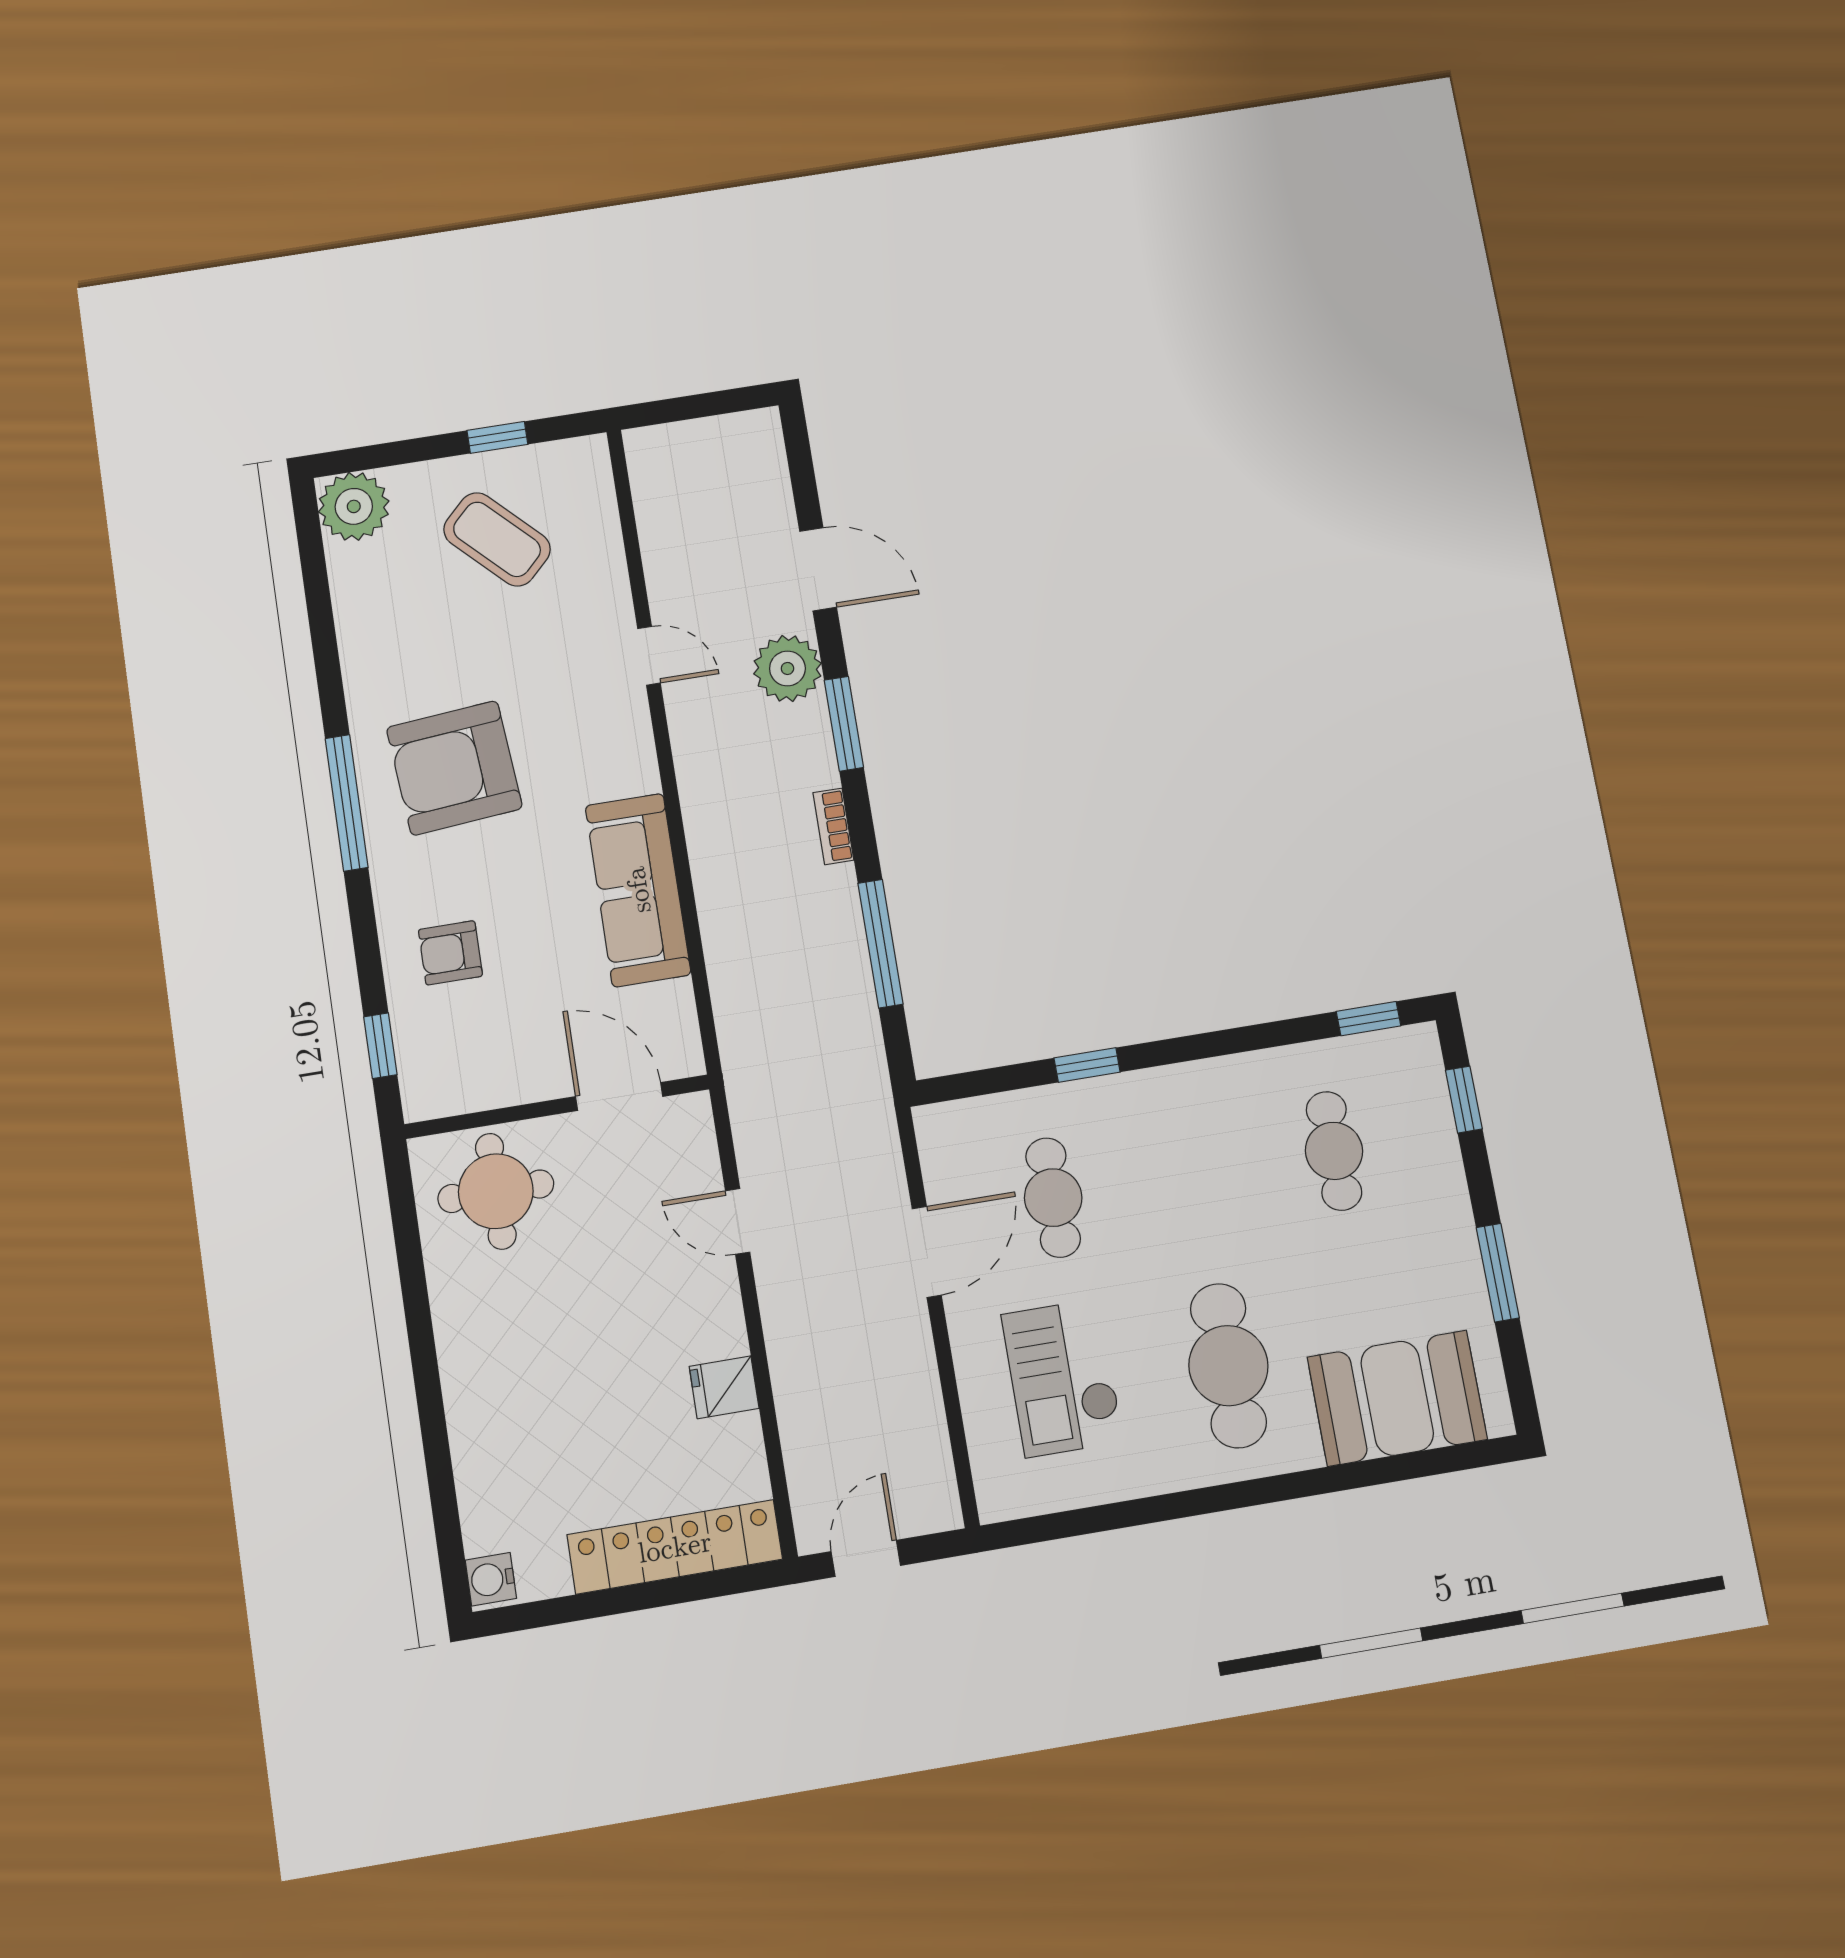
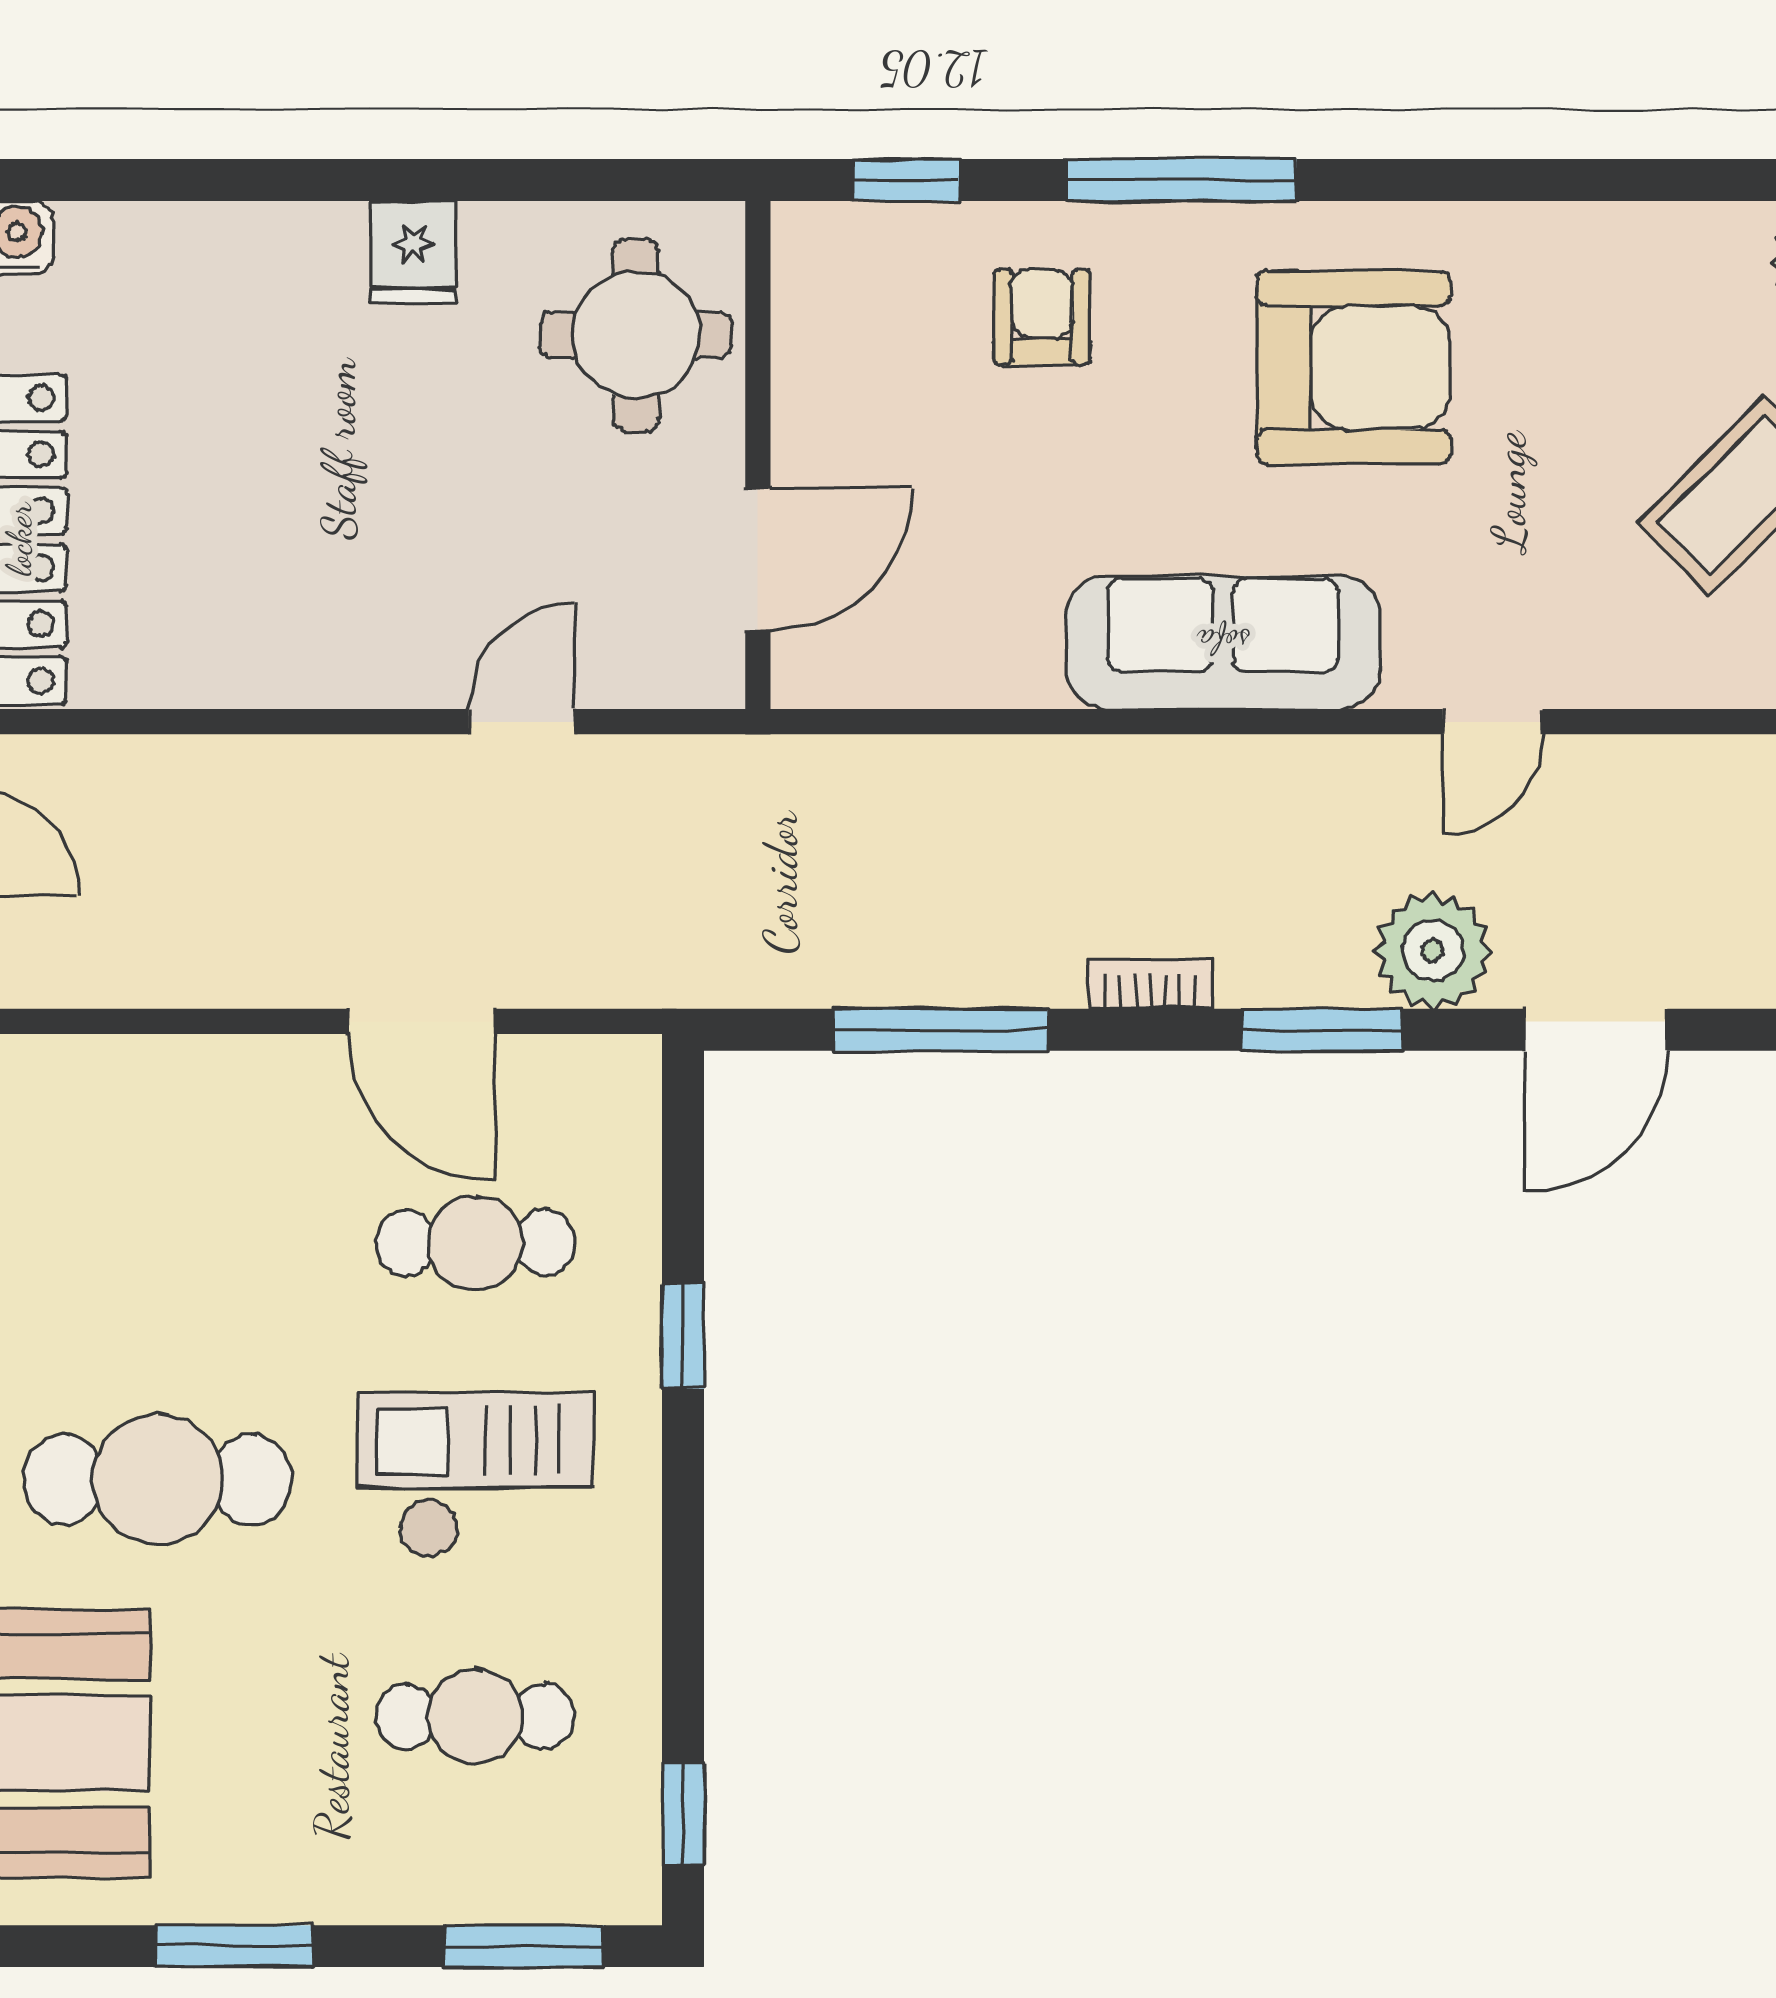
armchair: (454, 768) -> (1353, 368), turned 95
window: (347, 803) -> (1181, 180), moved
sofa: (638, 890) -> (1223, 642), moved
window: (1464, 1100) -> (524, 1946), width x1.50
checkout: (1063, 1378) -> (476, 1475), moved
fridge: (724, 1387) -> (413, 252), moved, turned 180

